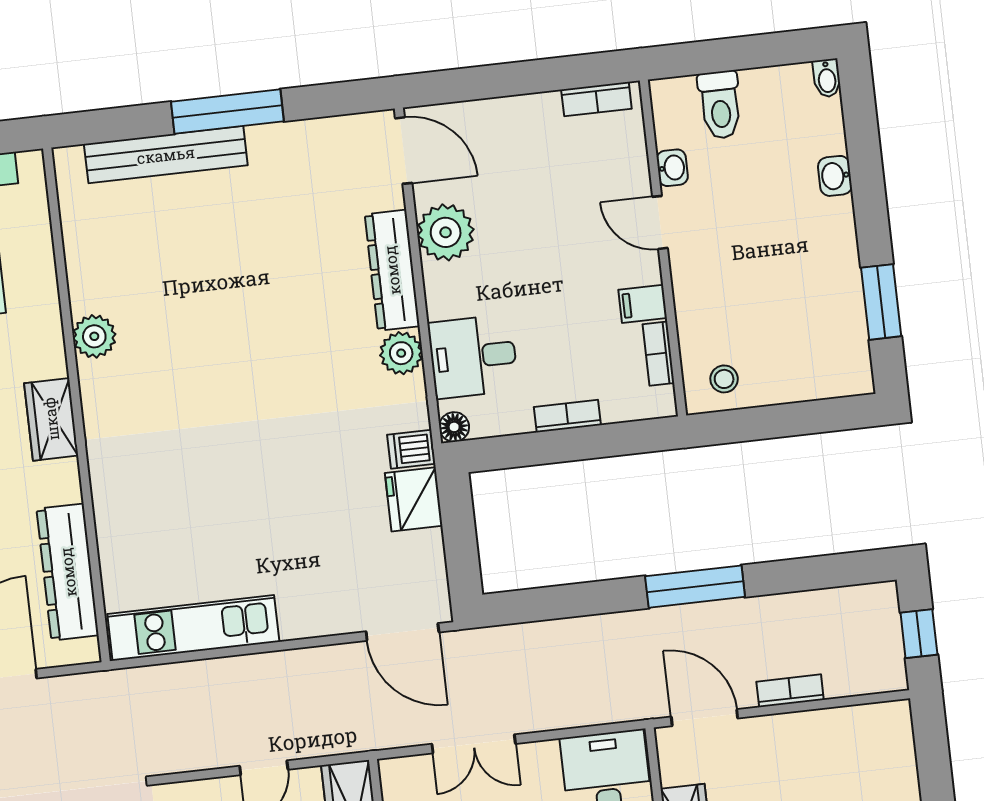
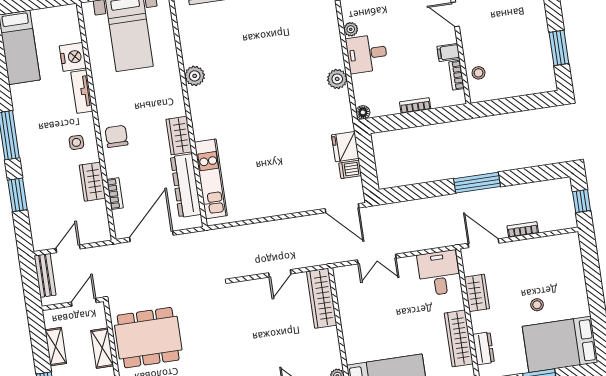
plant: (446, 232) -> (351, 29), width x0.53, depth x0.53
dresser: (392, 270) -> (332, 41), removed
desk: (473, 357) -> (367, 54), moved
stool: (724, 379) -> (479, 73), moved
wardrobe: (51, 419) -> (179, 136), moved
dishwasher: (411, 449) -> (350, 169), moved
kitchen unit: (193, 628) -> (211, 179), moved, turned 90

